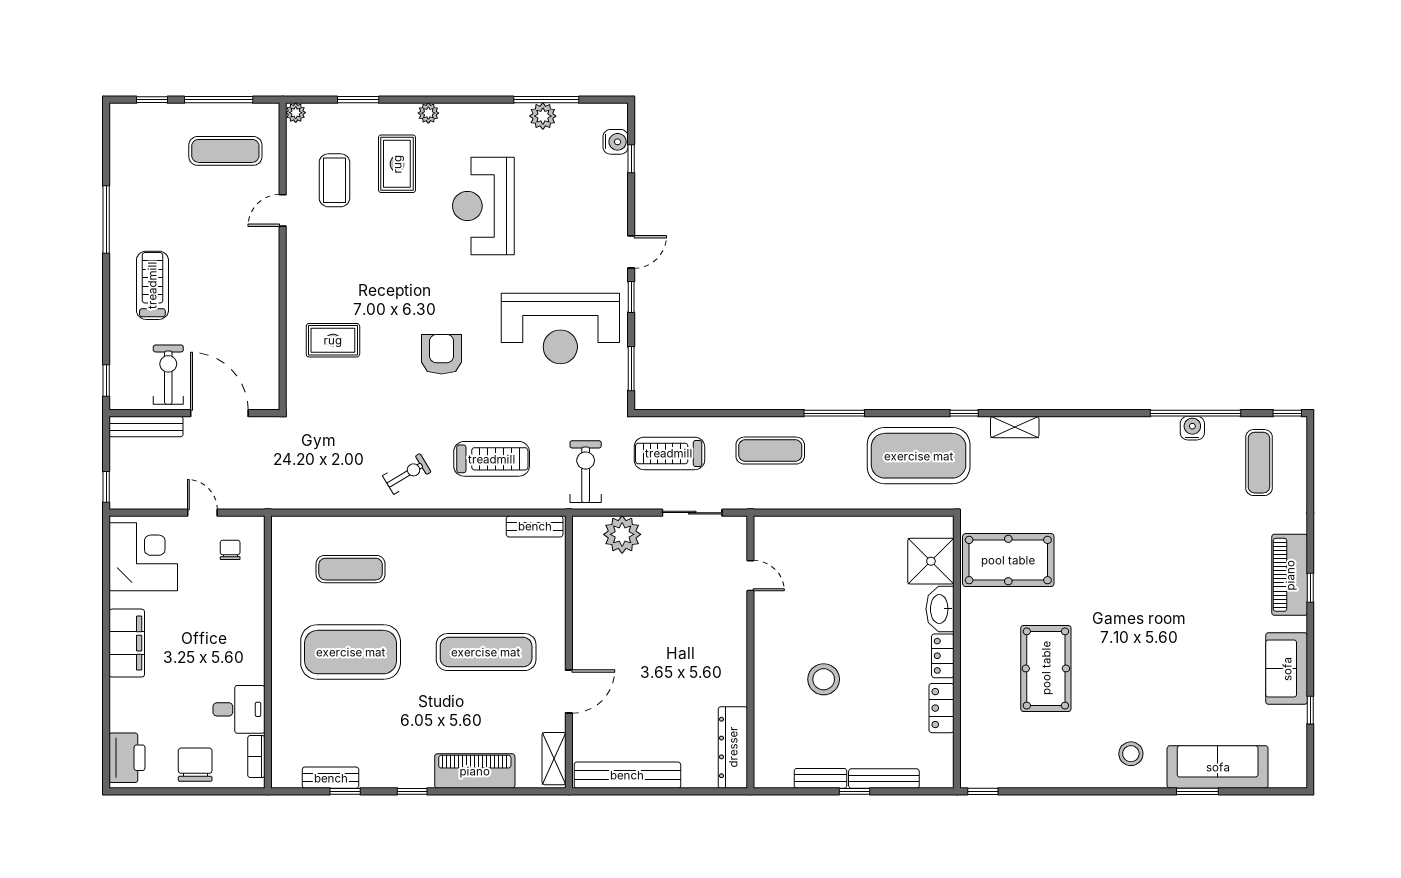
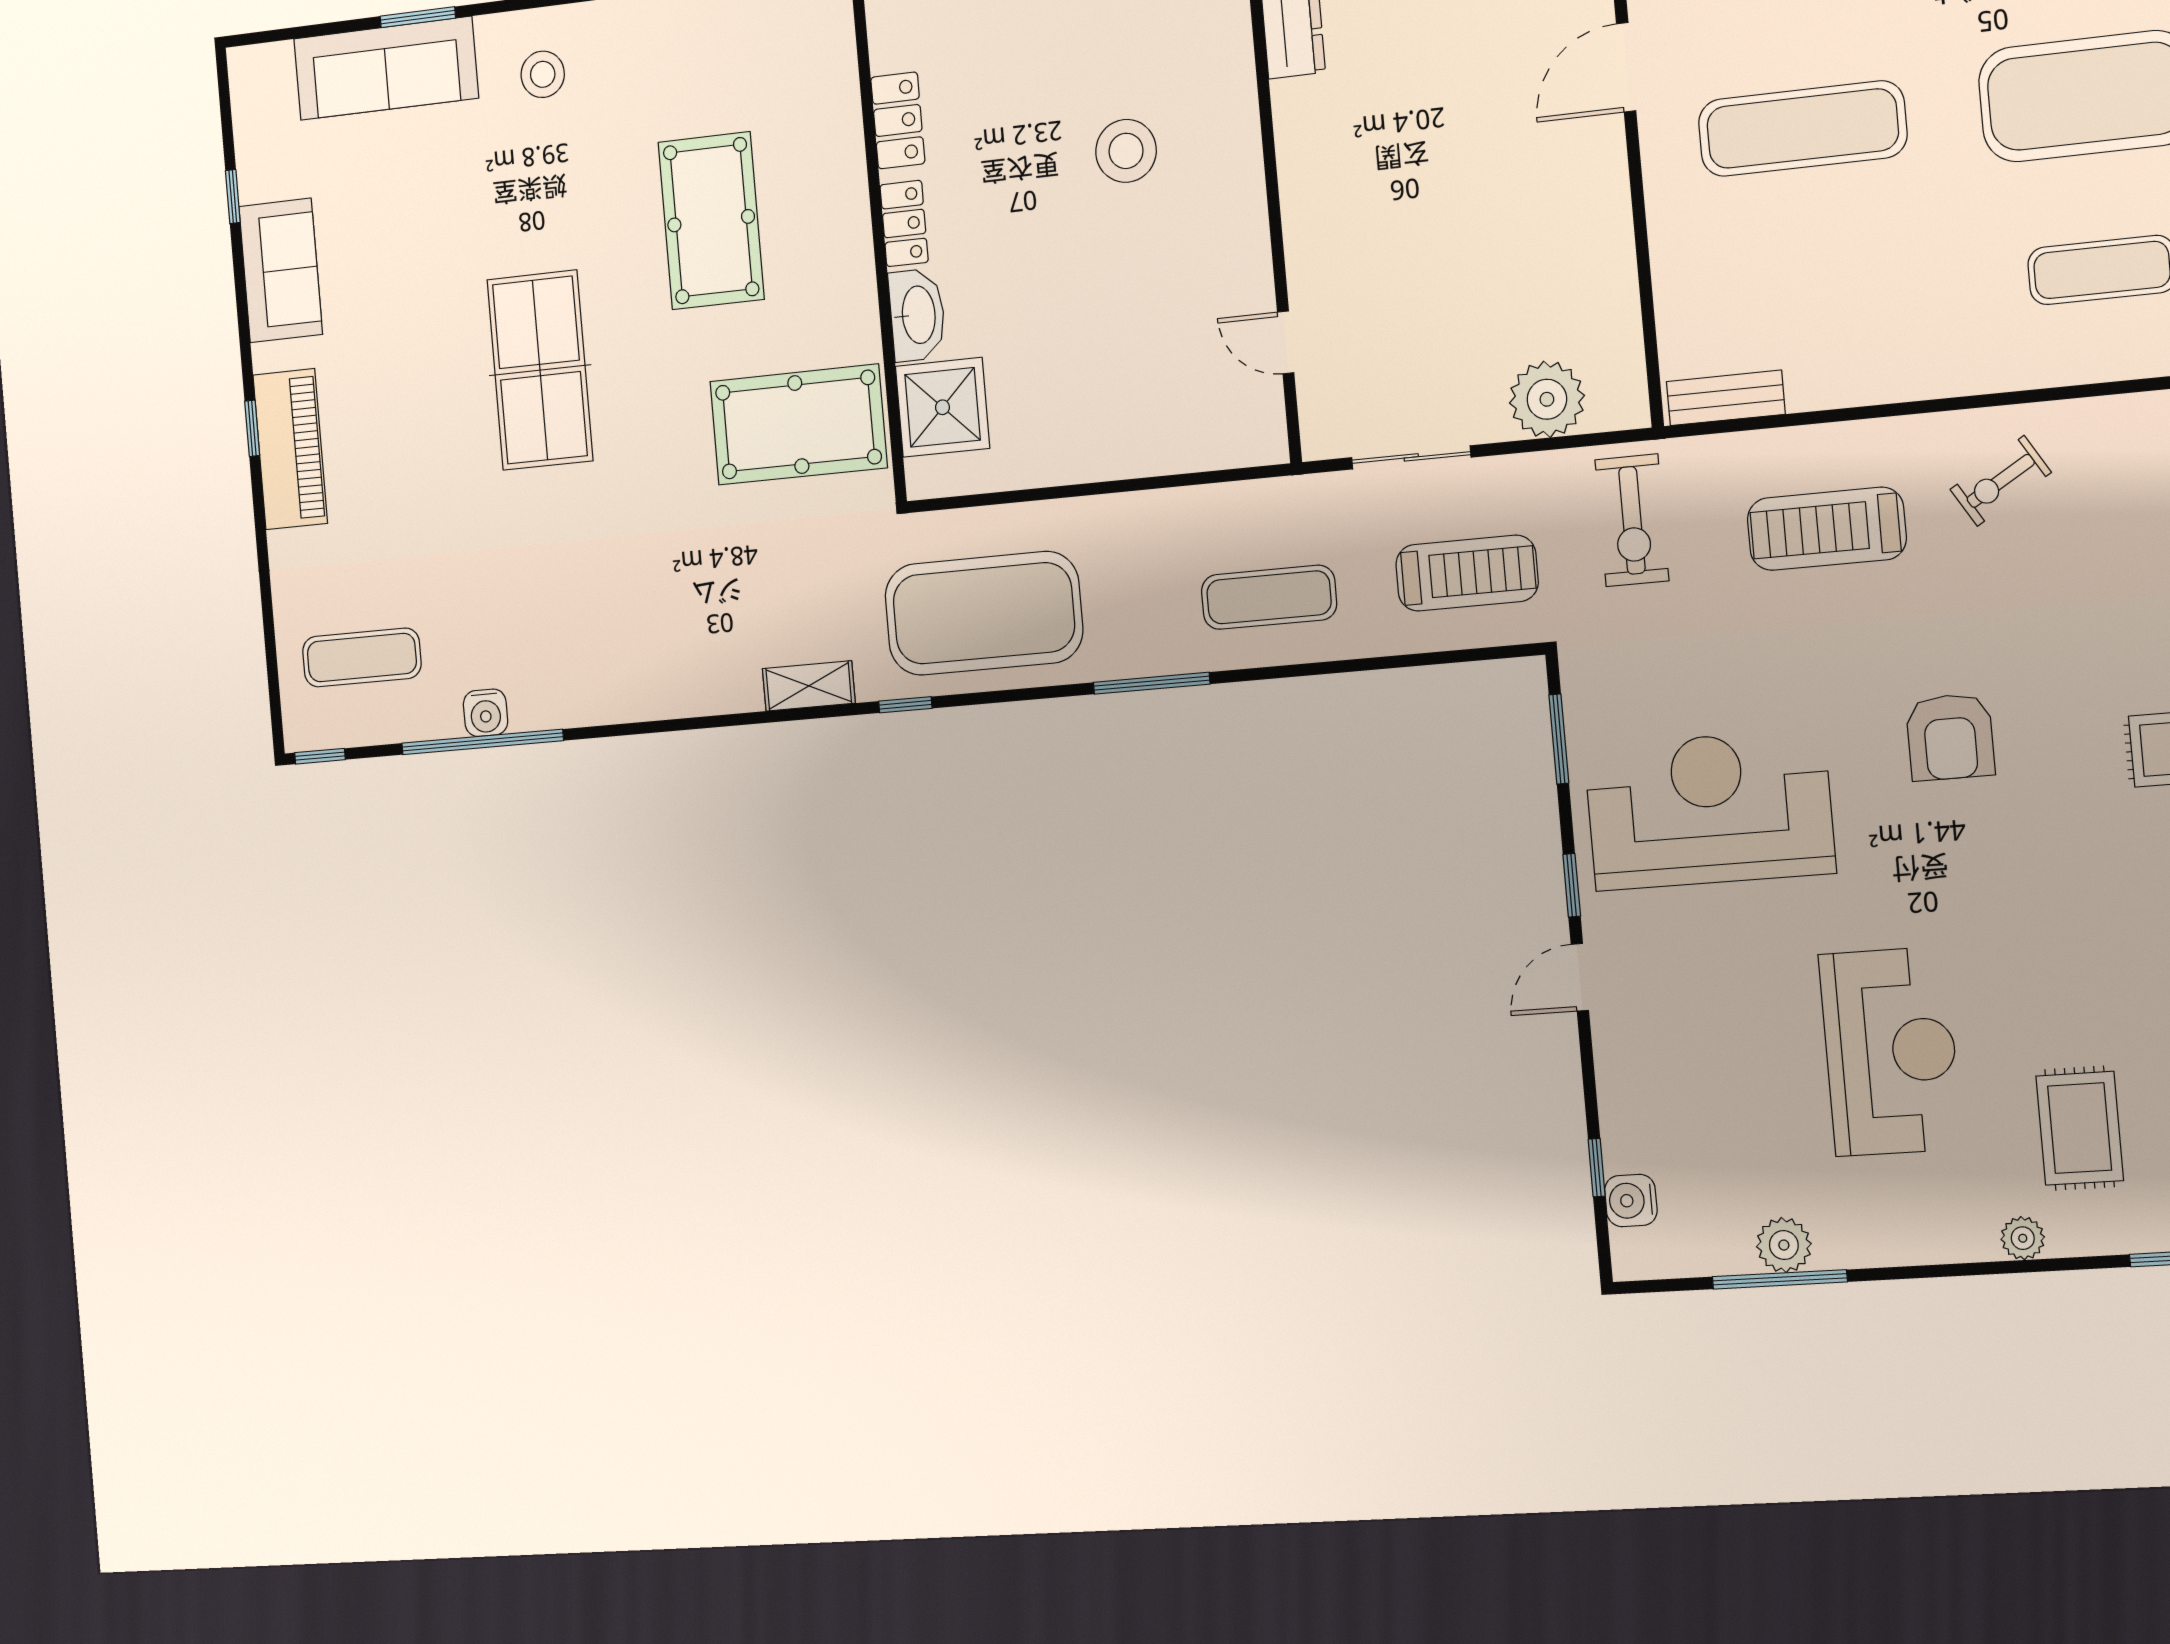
exercise mat: (1259, 463) -> (362, 657), turned 90
table tennis table: (1146, 602) -> (540, 370), added

